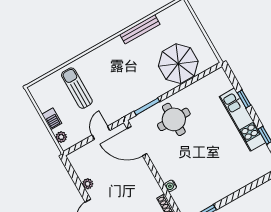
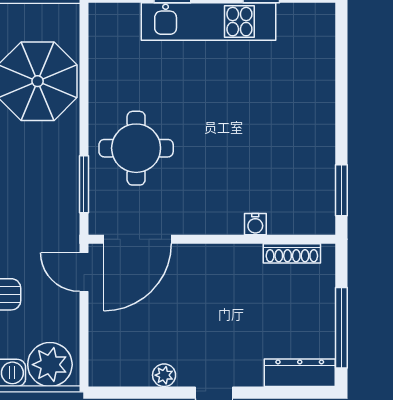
door: (101, 133) -> (84, 272), moved
plant: (61, 137) -> (50, 365), width x1.88, depth x1.88

